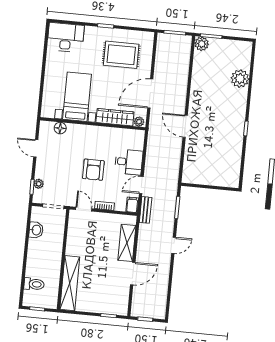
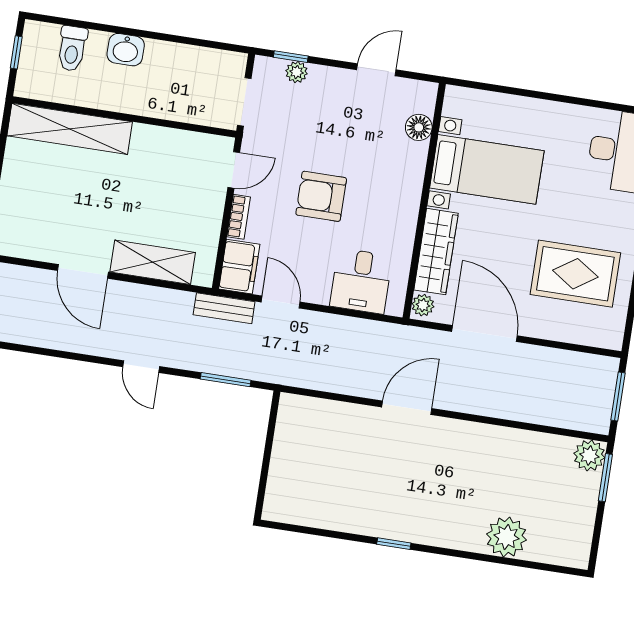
rug: (121, 55) -> (575, 274), turned 90
desk: (129, 162) -> (361, 281), moved
filing cabinet: (132, 205) -> (239, 267), width x2.00
washbasin: (36, 230) -> (126, 50), moved

